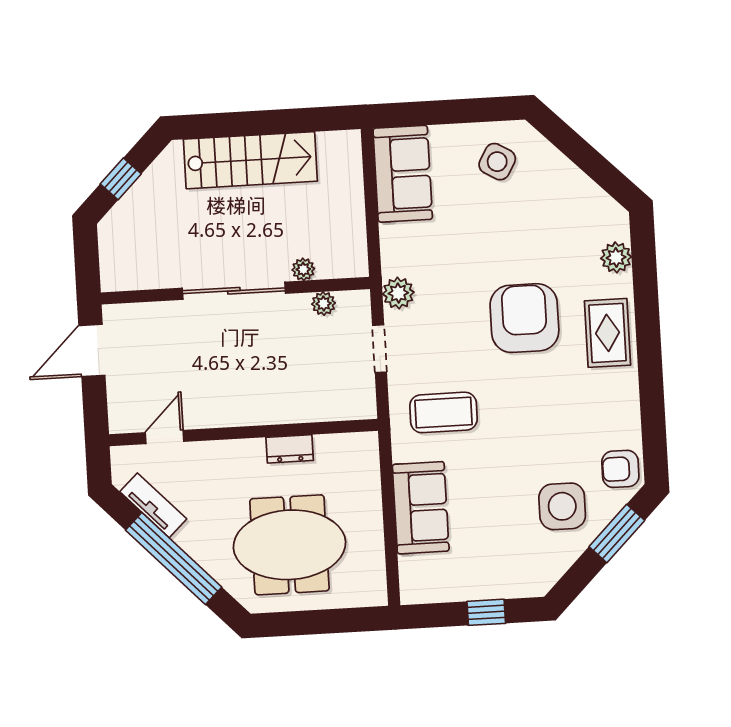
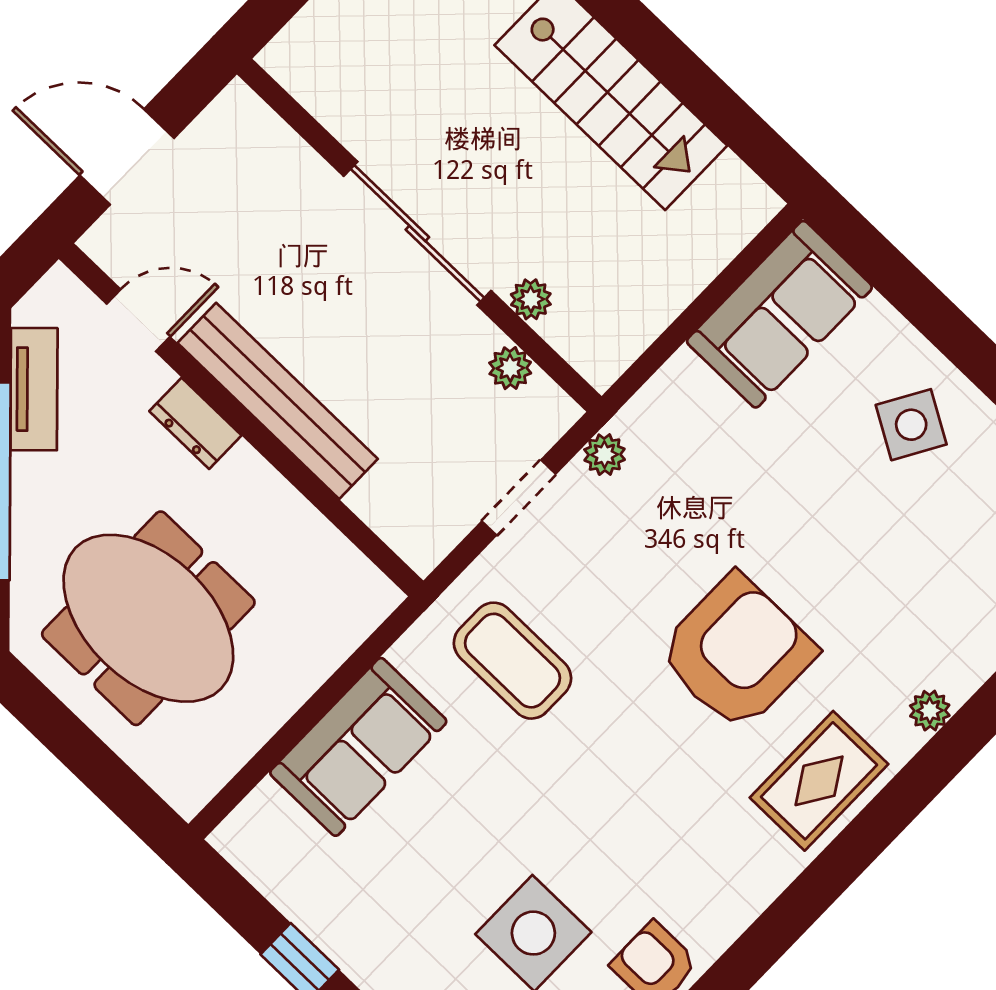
plant: (616, 257) -> (930, 711), width x0.73, depth x0.73
plant: (398, 293) -> (605, 455), width x0.73, depth x0.73
door: (92, 350) -> (127, 157), moved
bench: (250, 411) -> (278, 401), added
dresser: (290, 449) -> (195, 423), moved

